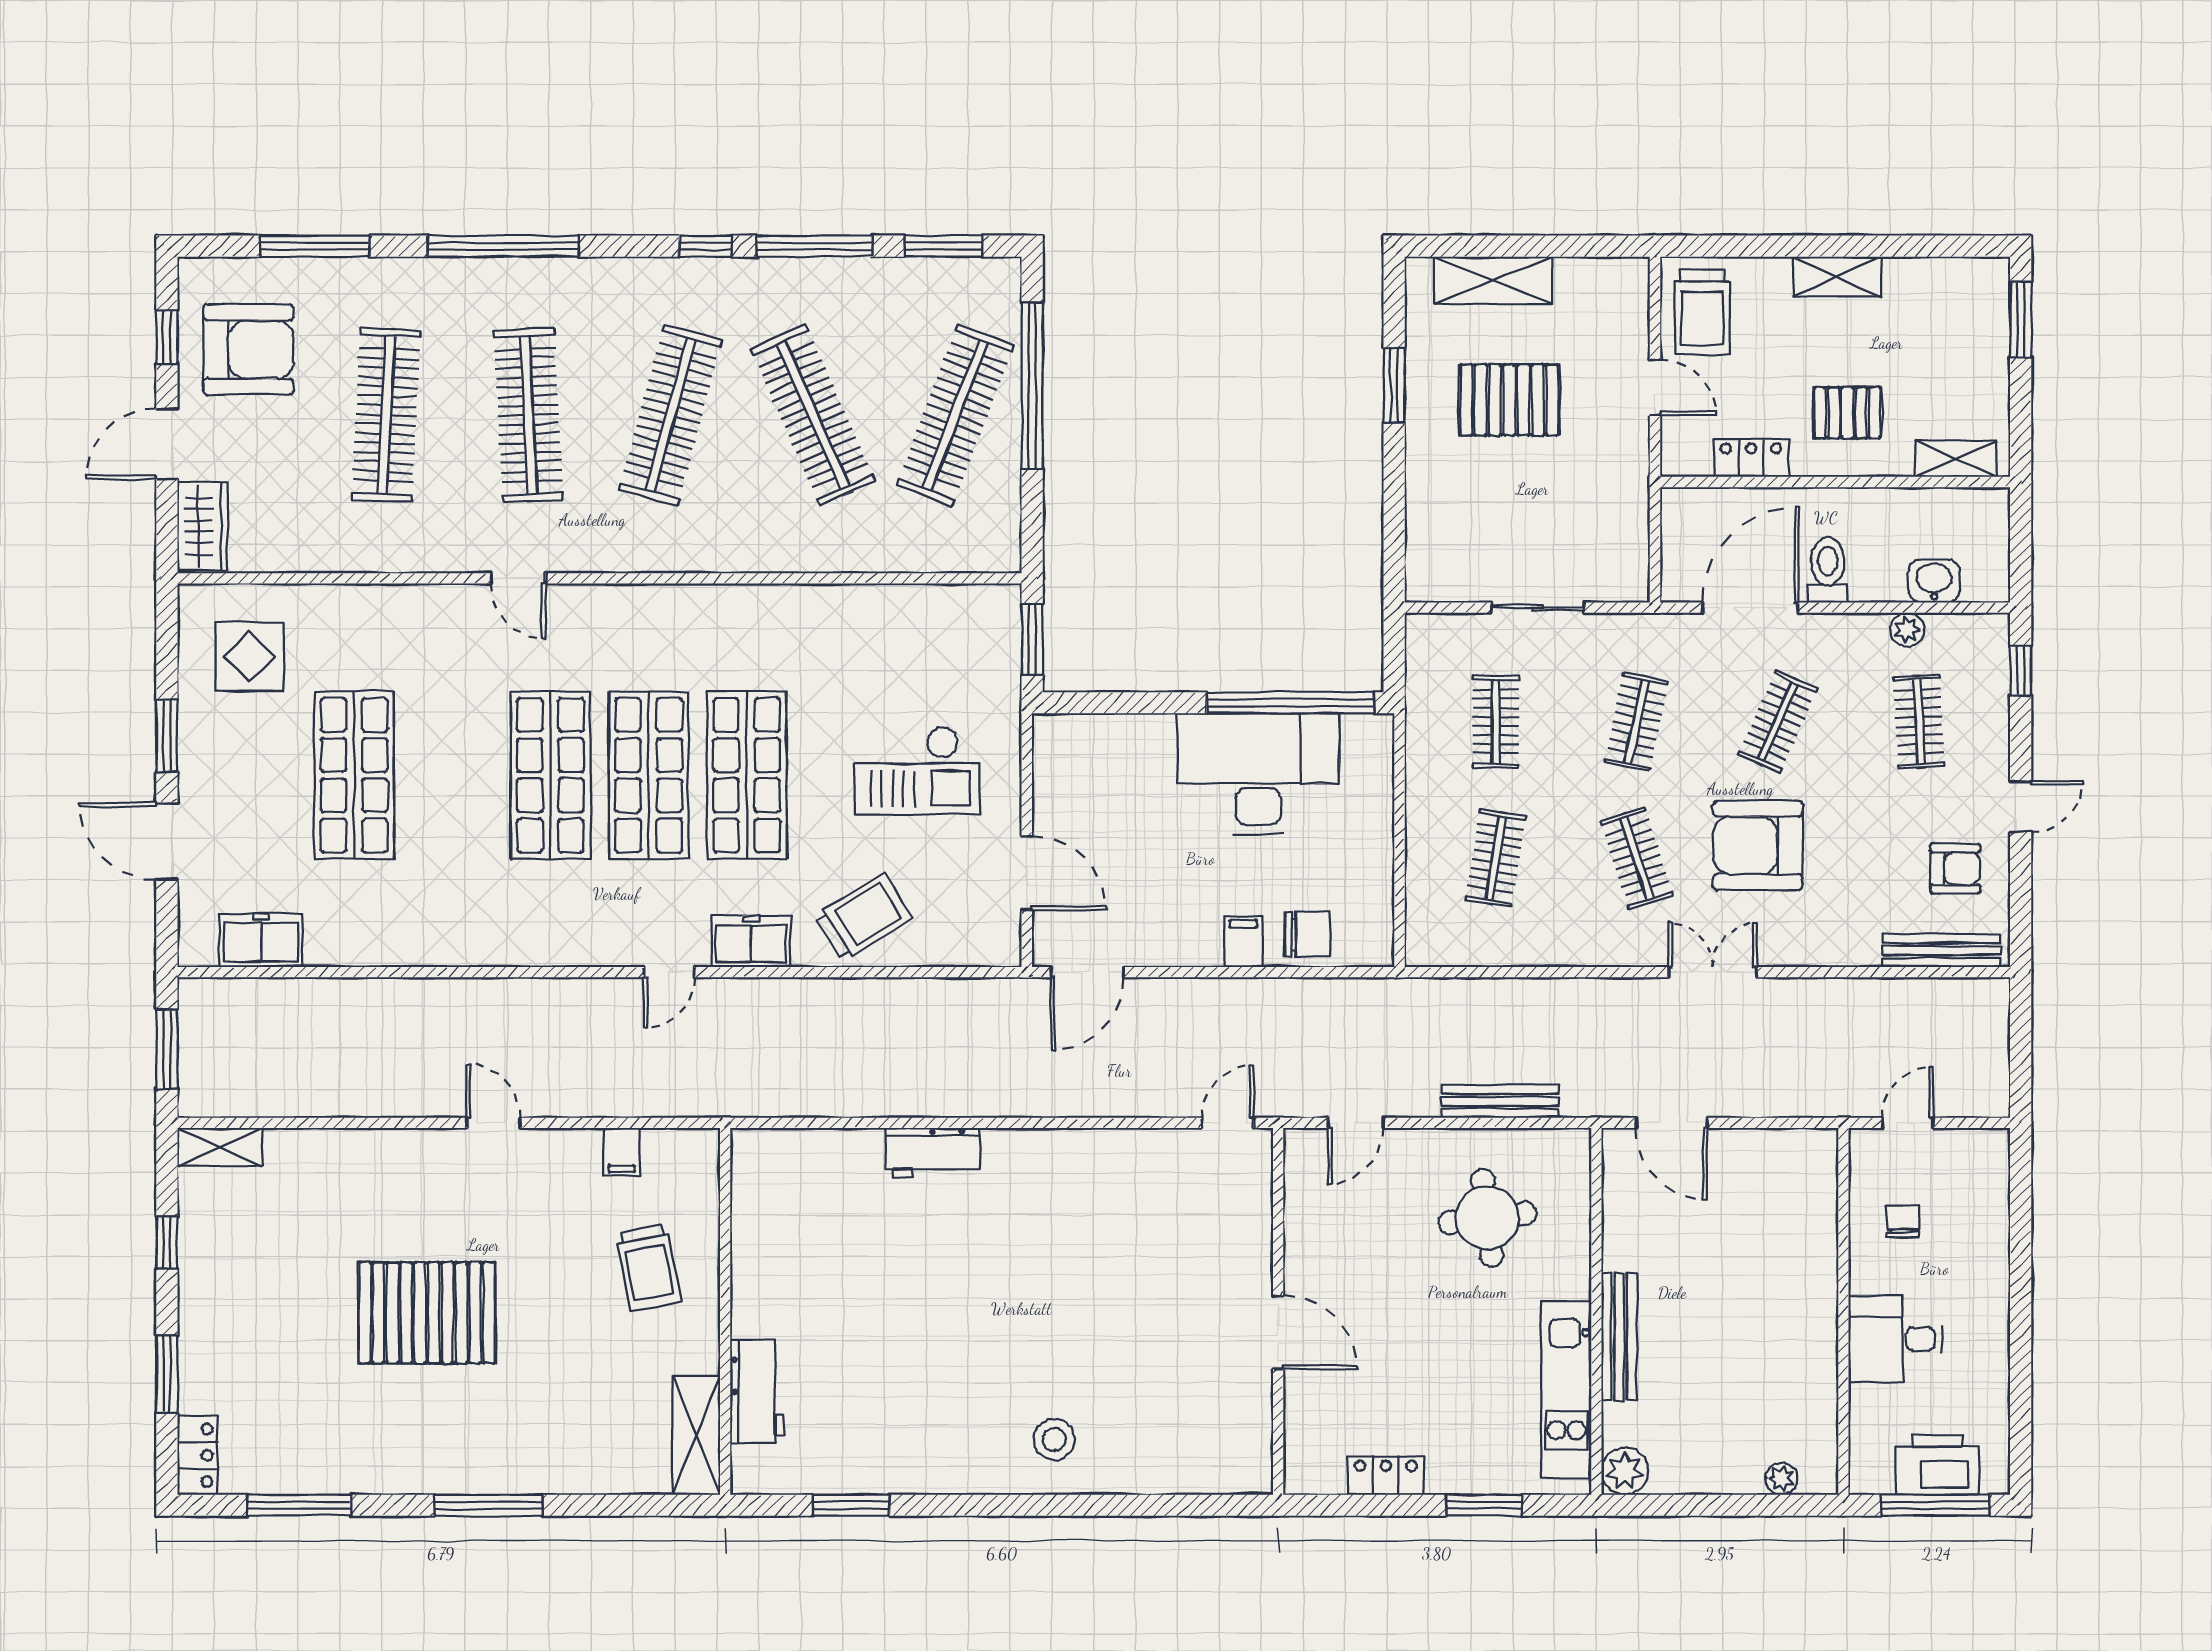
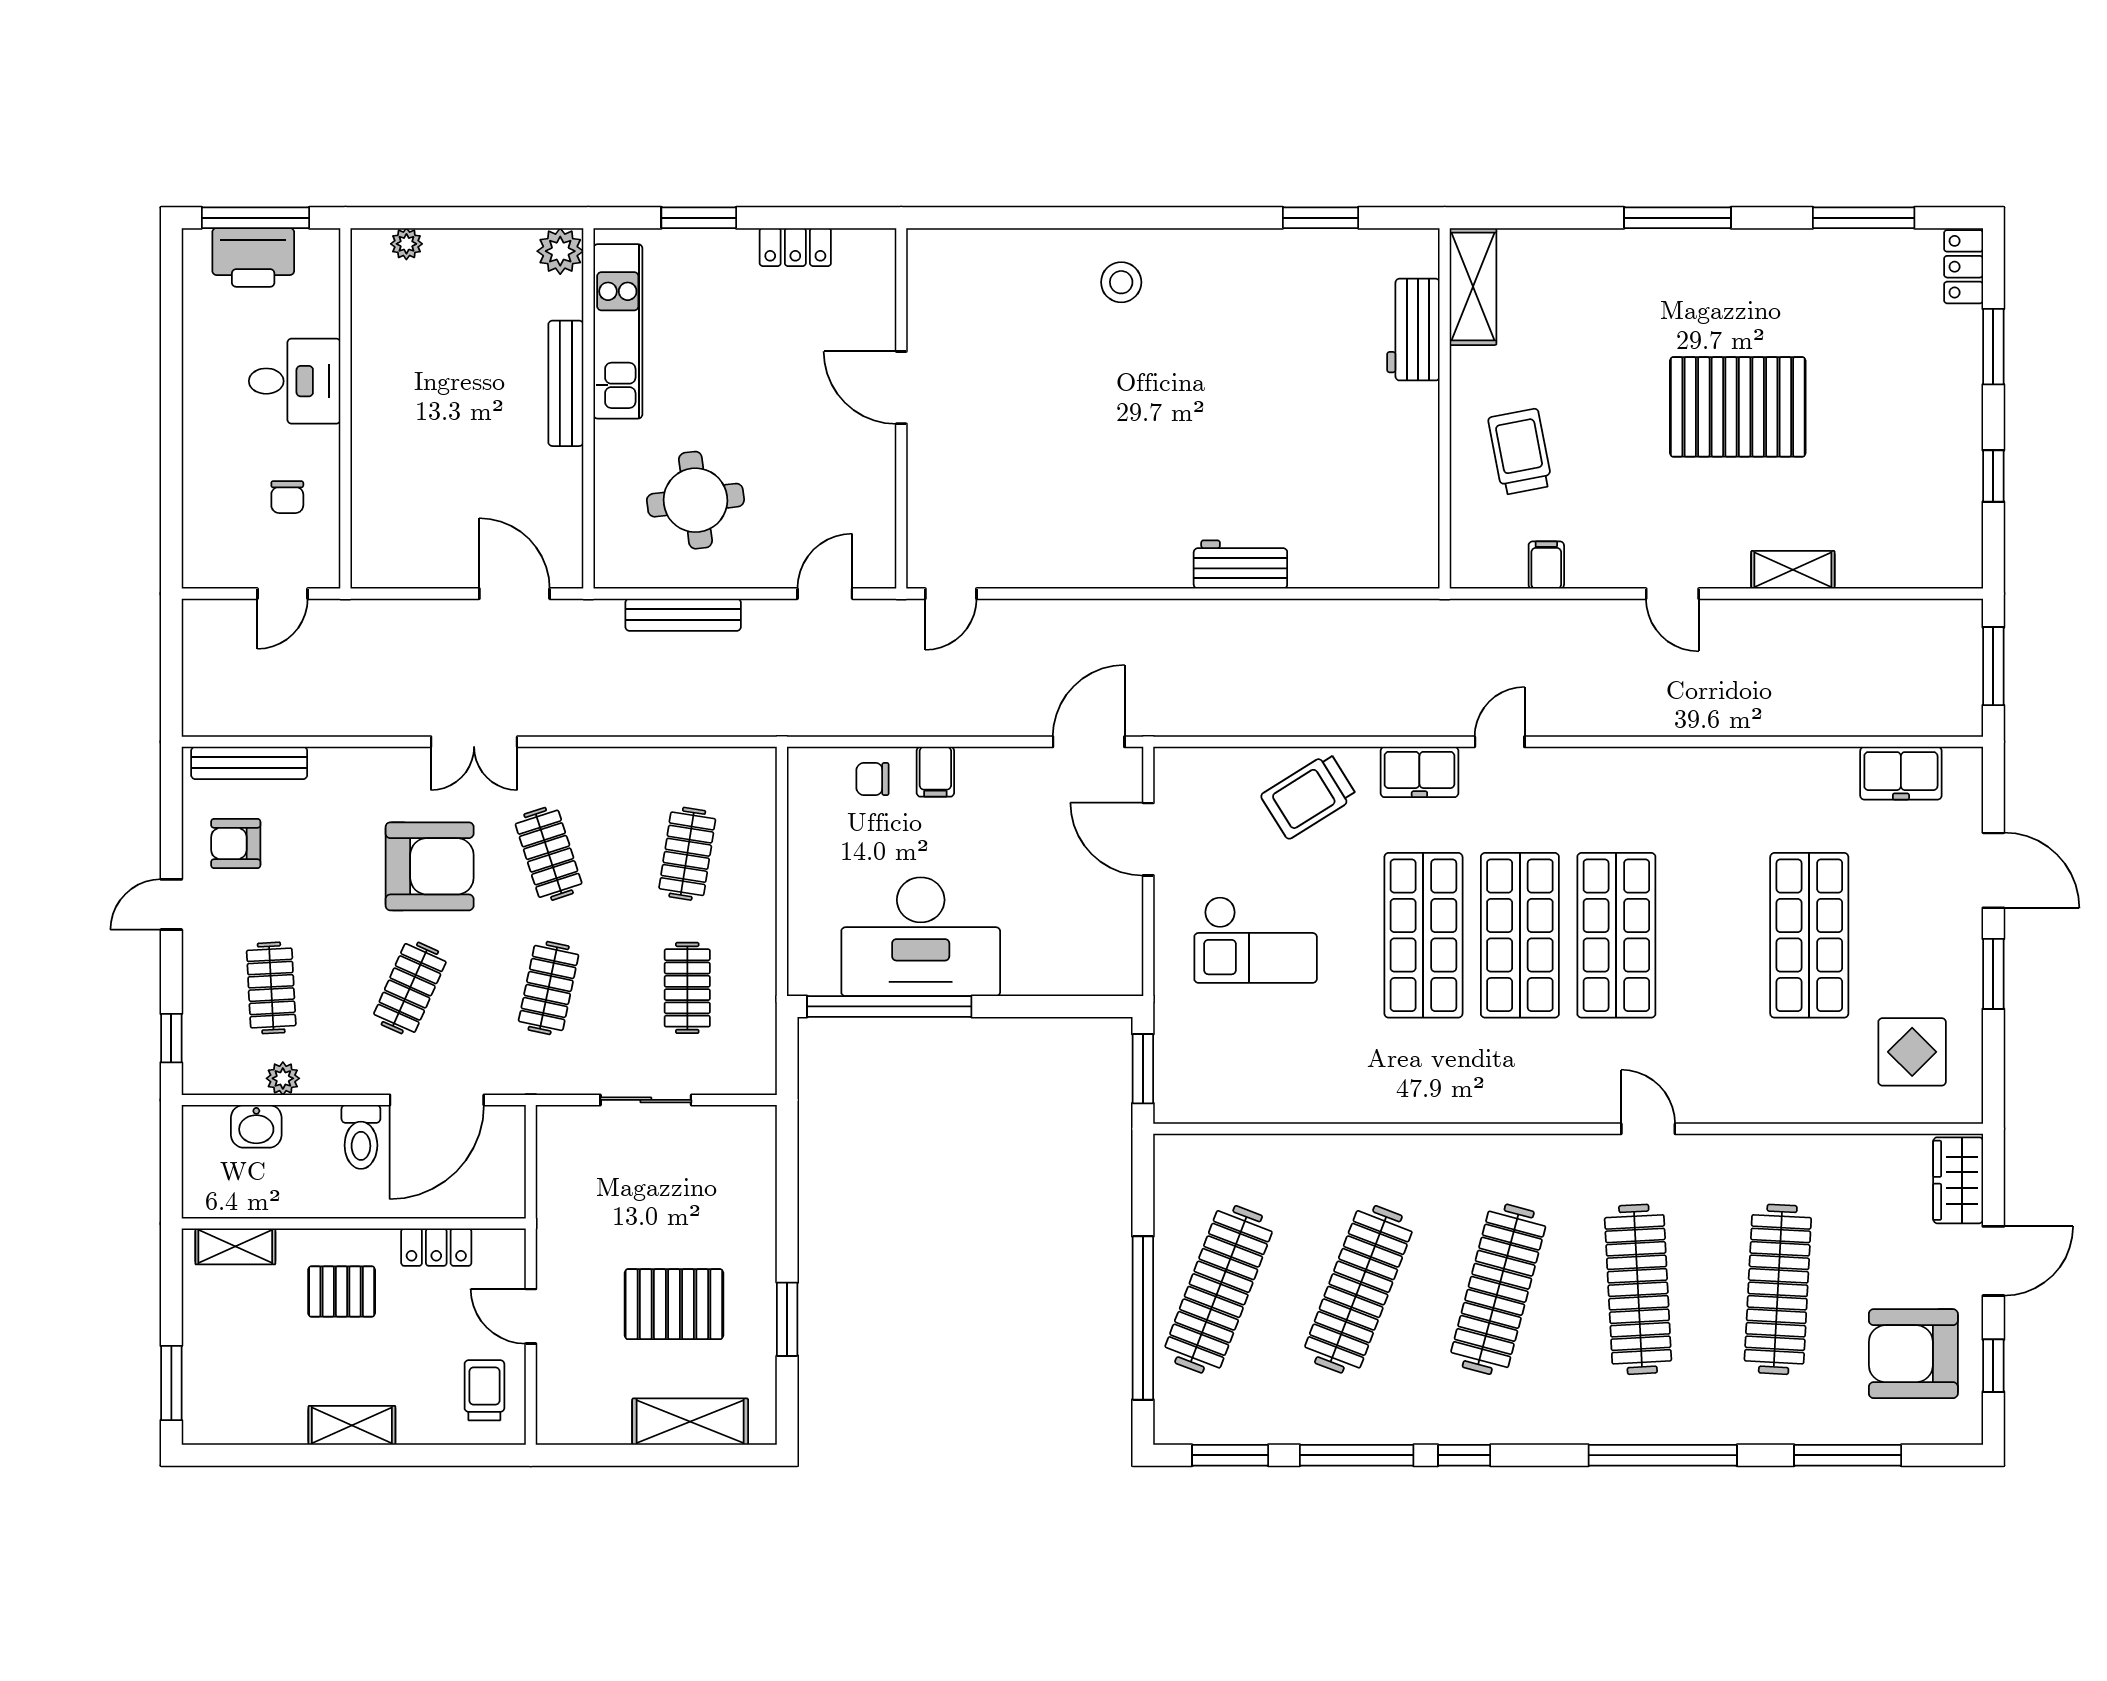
trolley: (1702, 312) -> (484, 1390), width x0.73, depth x0.72
clothes rail: (813, 415) -> (1358, 1289), turned 45
checkout: (918, 771) -> (1256, 940), turned 180
chair: (1307, 934) -> (872, 779), width x0.73, depth x0.73
shelving: (220, 1147) -> (1793, 570), moved

